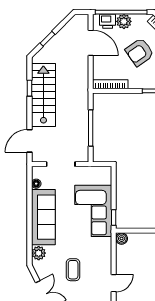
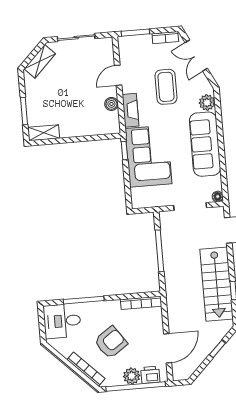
door: (91, 43) -> (168, 348), swing flipped
floor lamp: (36, 184) -> (218, 196), moved
boiler: (122, 239) -> (111, 104), moved
fireplace: (106, 252) -> (130, 110), added
coffee table: (73, 270) -> (166, 87), width x1.36, depth x1.30

